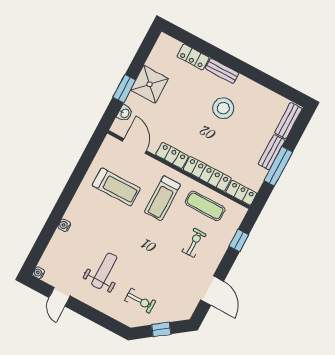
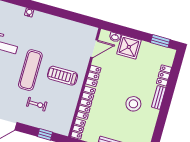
shower: (150, 84) -> (129, 47), moved
window: (124, 89) -> (160, 41), moved
treadmill: (116, 187) -> (63, 42), removed
exercise mat: (205, 206) -> (30, 70), moved, width x1.36, depth x1.45

